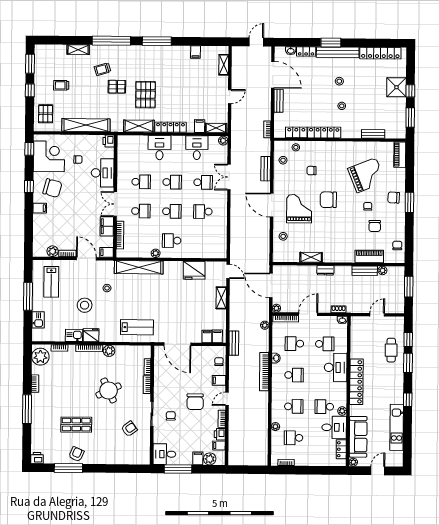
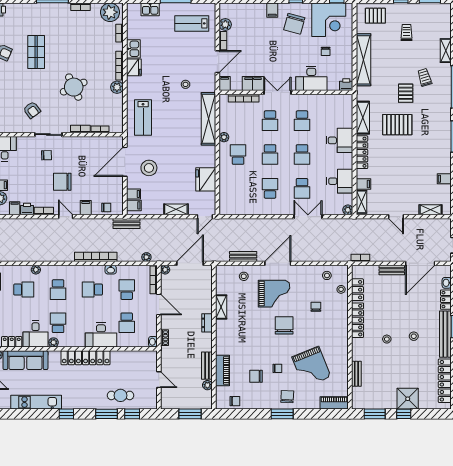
bench: (266, 169) -> (243, 257), moved
stool: (85, 305) -> (149, 168), moved
school desk: (294, 375) -> (92, 290), turned 90
school desk: (294, 438) -> (24, 290), turned 90

